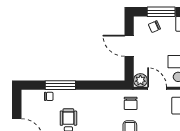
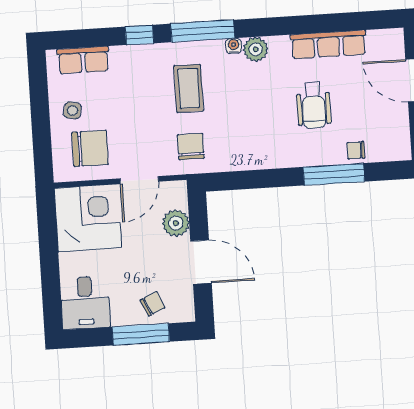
plant: (140, 80) -> (176, 223), moved
door: (157, 88) -> (139, 180), hinge flipped

